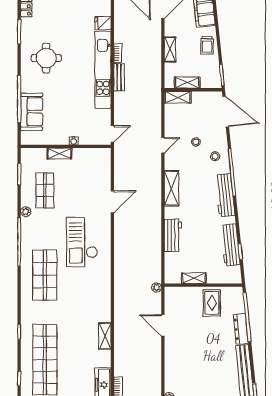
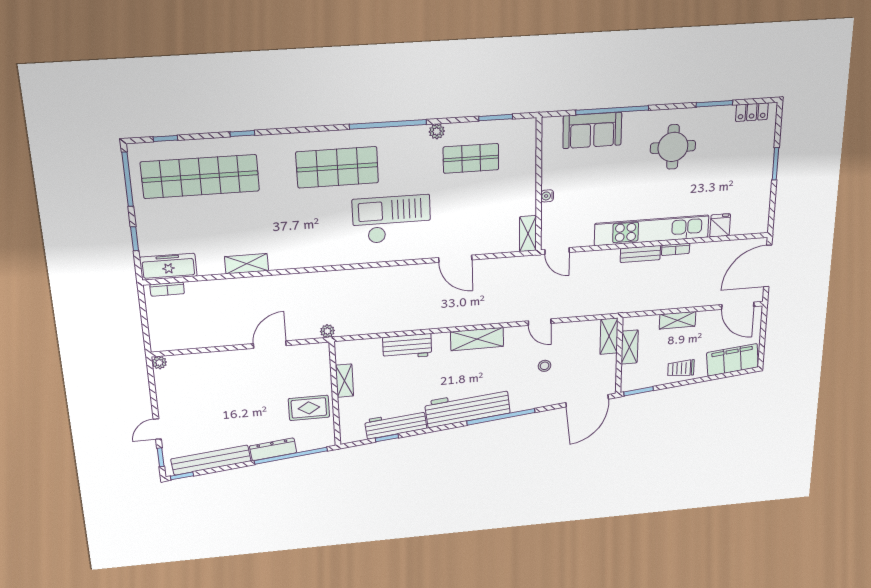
shelving: (59, 153) -> (528, 234), moved
stool: (215, 156) -> (524, 393), removed
workbench: (225, 195) -> (468, 407), width x1.36, depth x1.32

